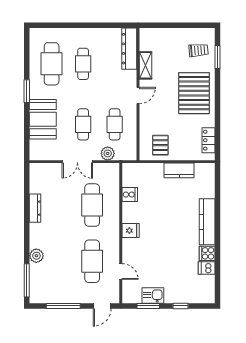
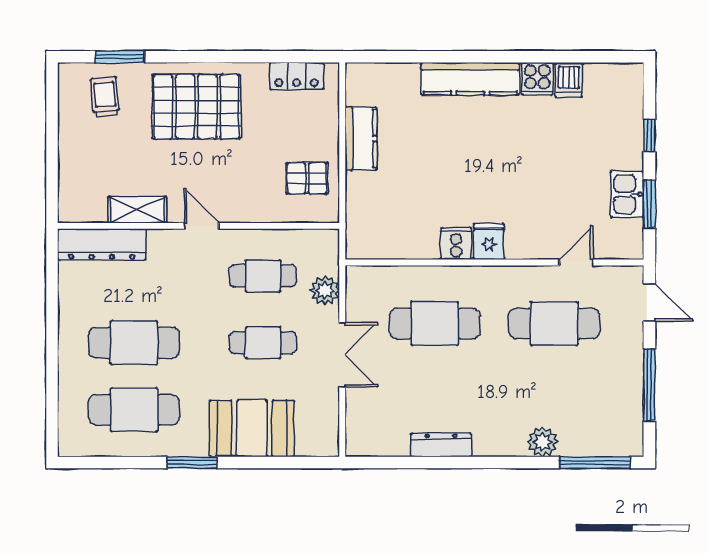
cafe table: (83, 64) -> (134, 343), width x1.37, depth x1.35
cooker: (130, 195) -> (456, 244), moved

